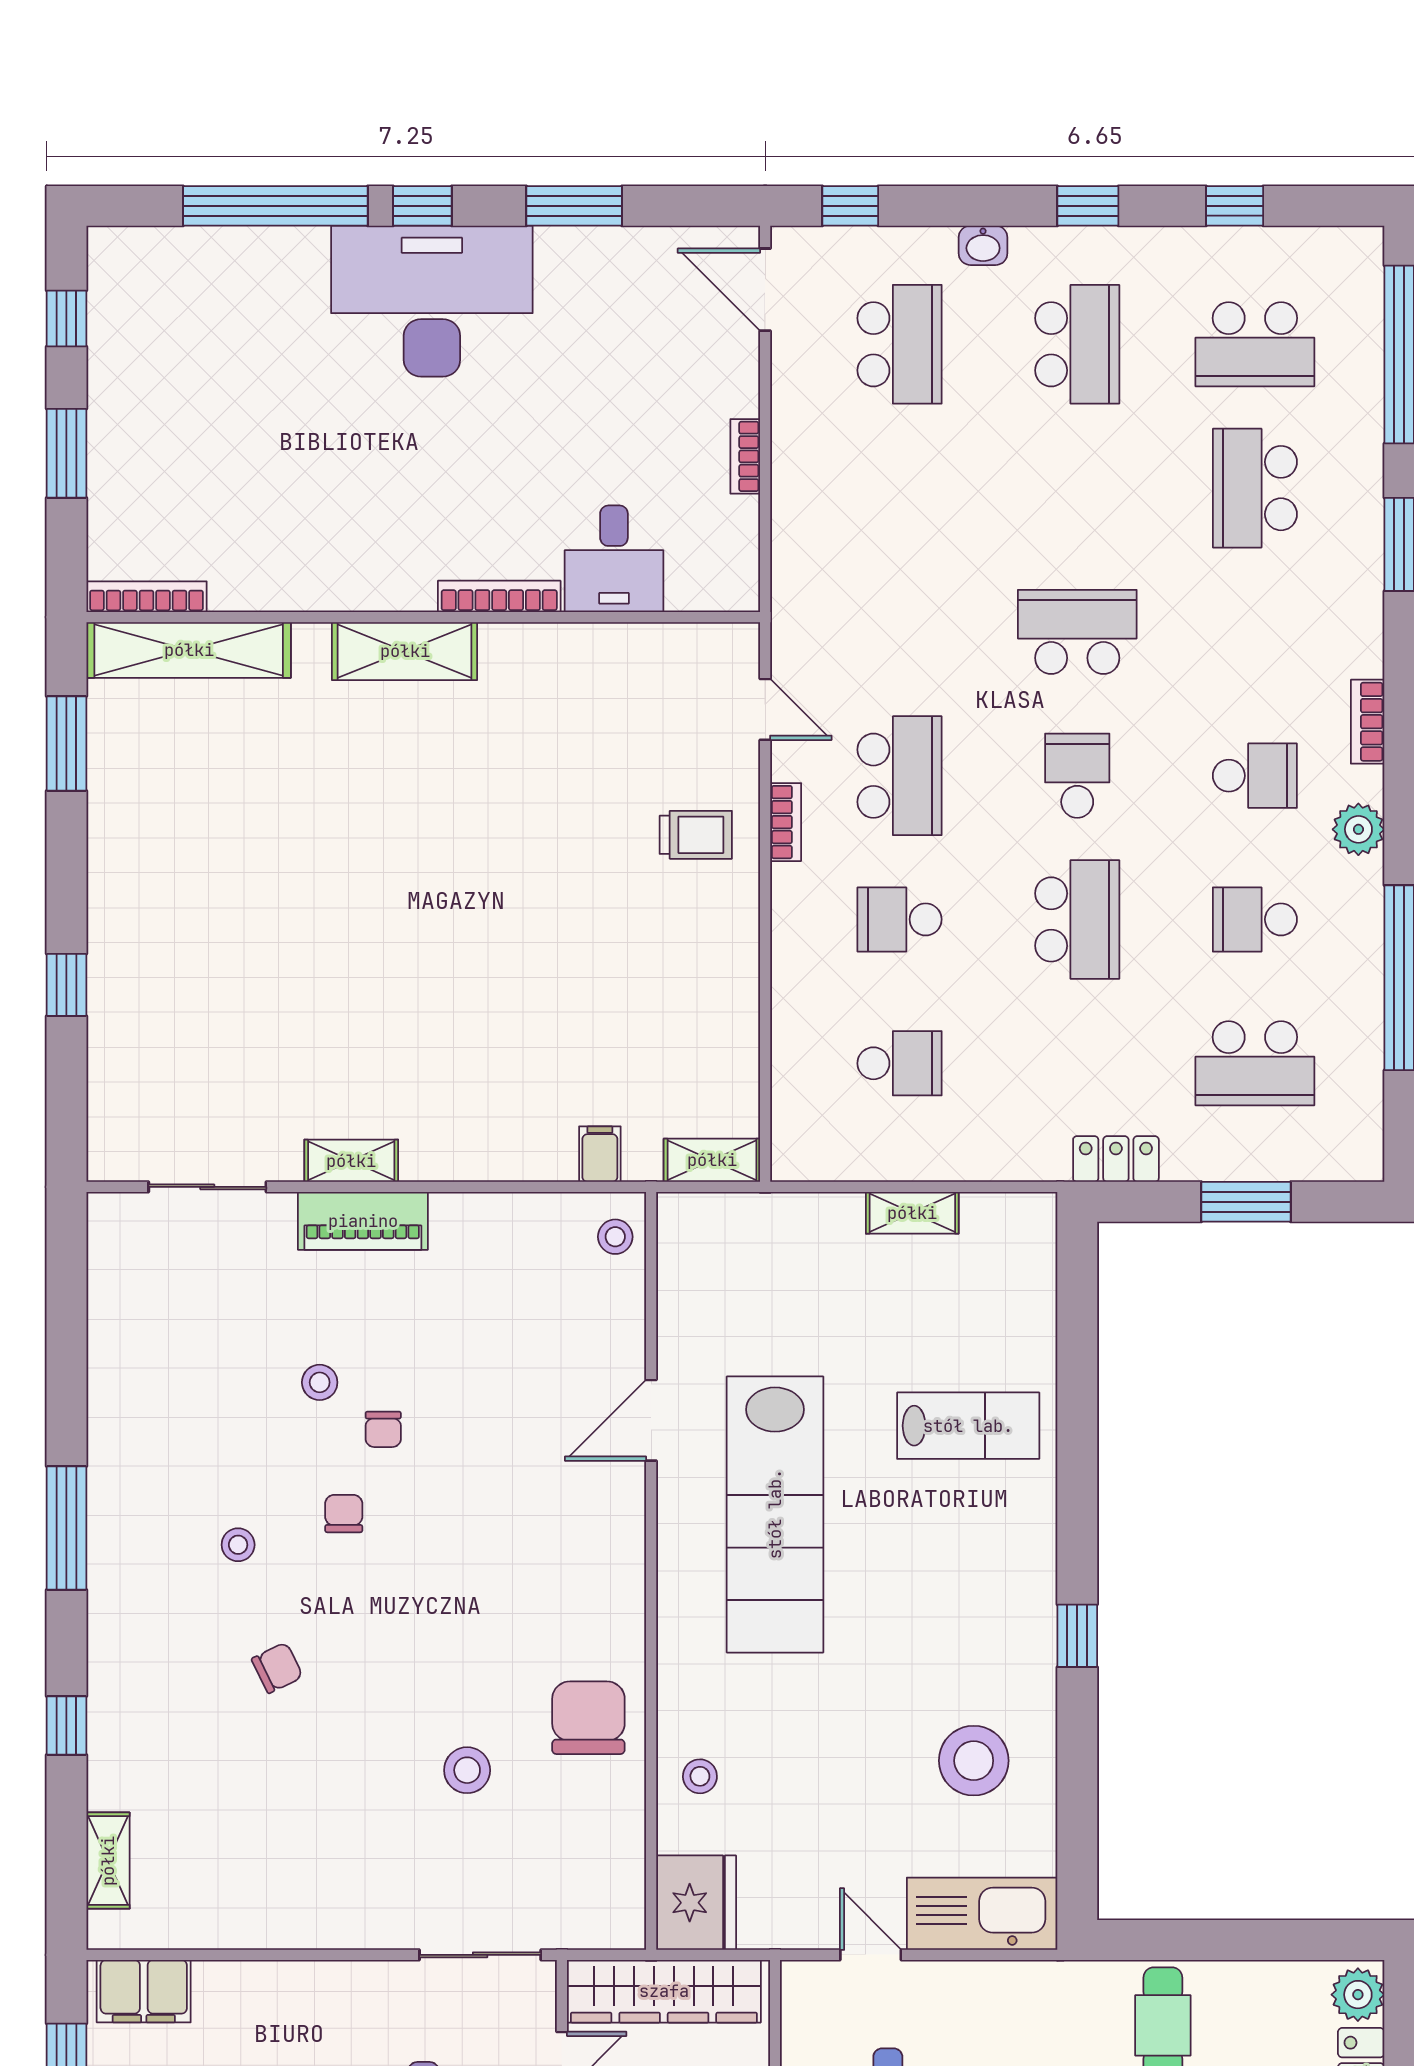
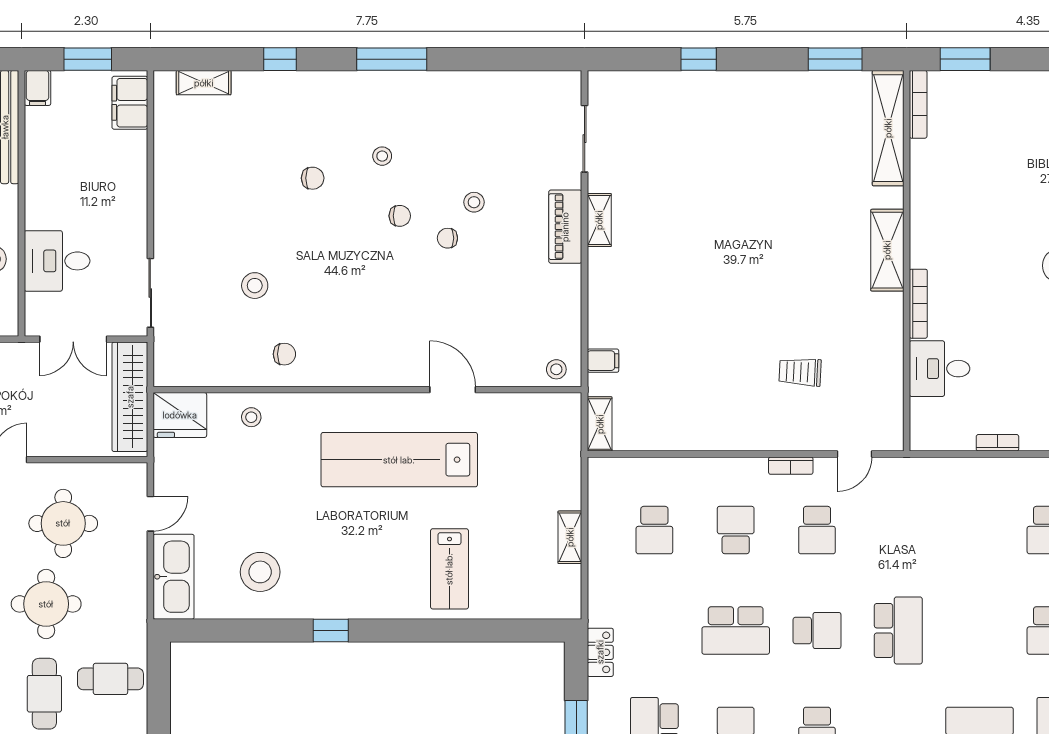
window: (66, 453) -> (965, 59), moved
school desk: (900, 776) -> (817, 530), width x0.54
trolley: (696, 835) -> (800, 372), moved, turned 93
chair: (277, 1668) -> (313, 178), turned -64
chair: (588, 1718) -> (284, 354), width x0.54, depth x0.54

